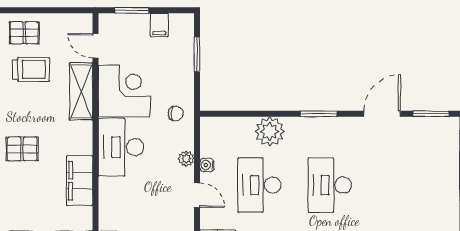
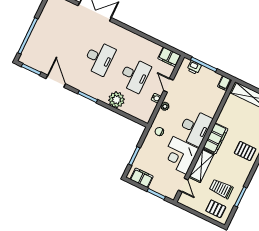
filing cabinet: (159, 25) -> (142, 178), width x2.00
door: (382, 114) -> (56, 81), swing flipped
filing cabinet: (80, 181) -> (216, 138), moved

